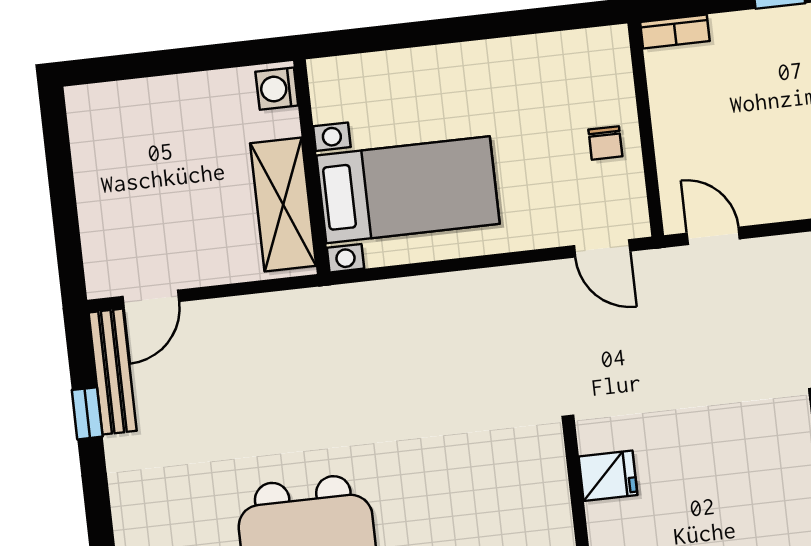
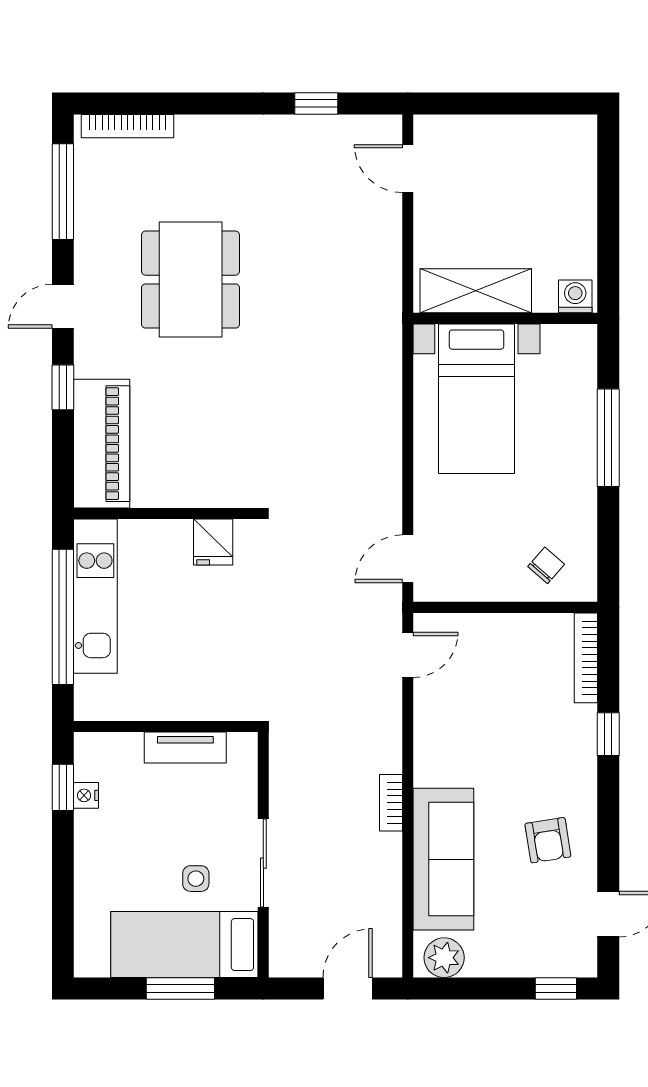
window: (436, 32) -> (608, 438), added
bookcase: (675, 32) -> (586, 658), width x1.56
chair: (605, 143) -> (546, 565), moved, turned 131
bench: (113, 372) -> (349, 129), removed

